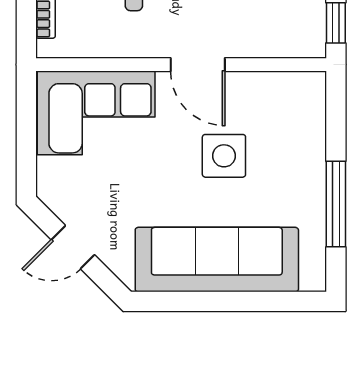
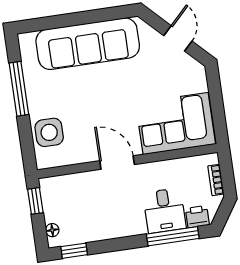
side table: (224, 156) -> (49, 132), moved
door: (73, 247) -> (178, 38), hinge flipped

